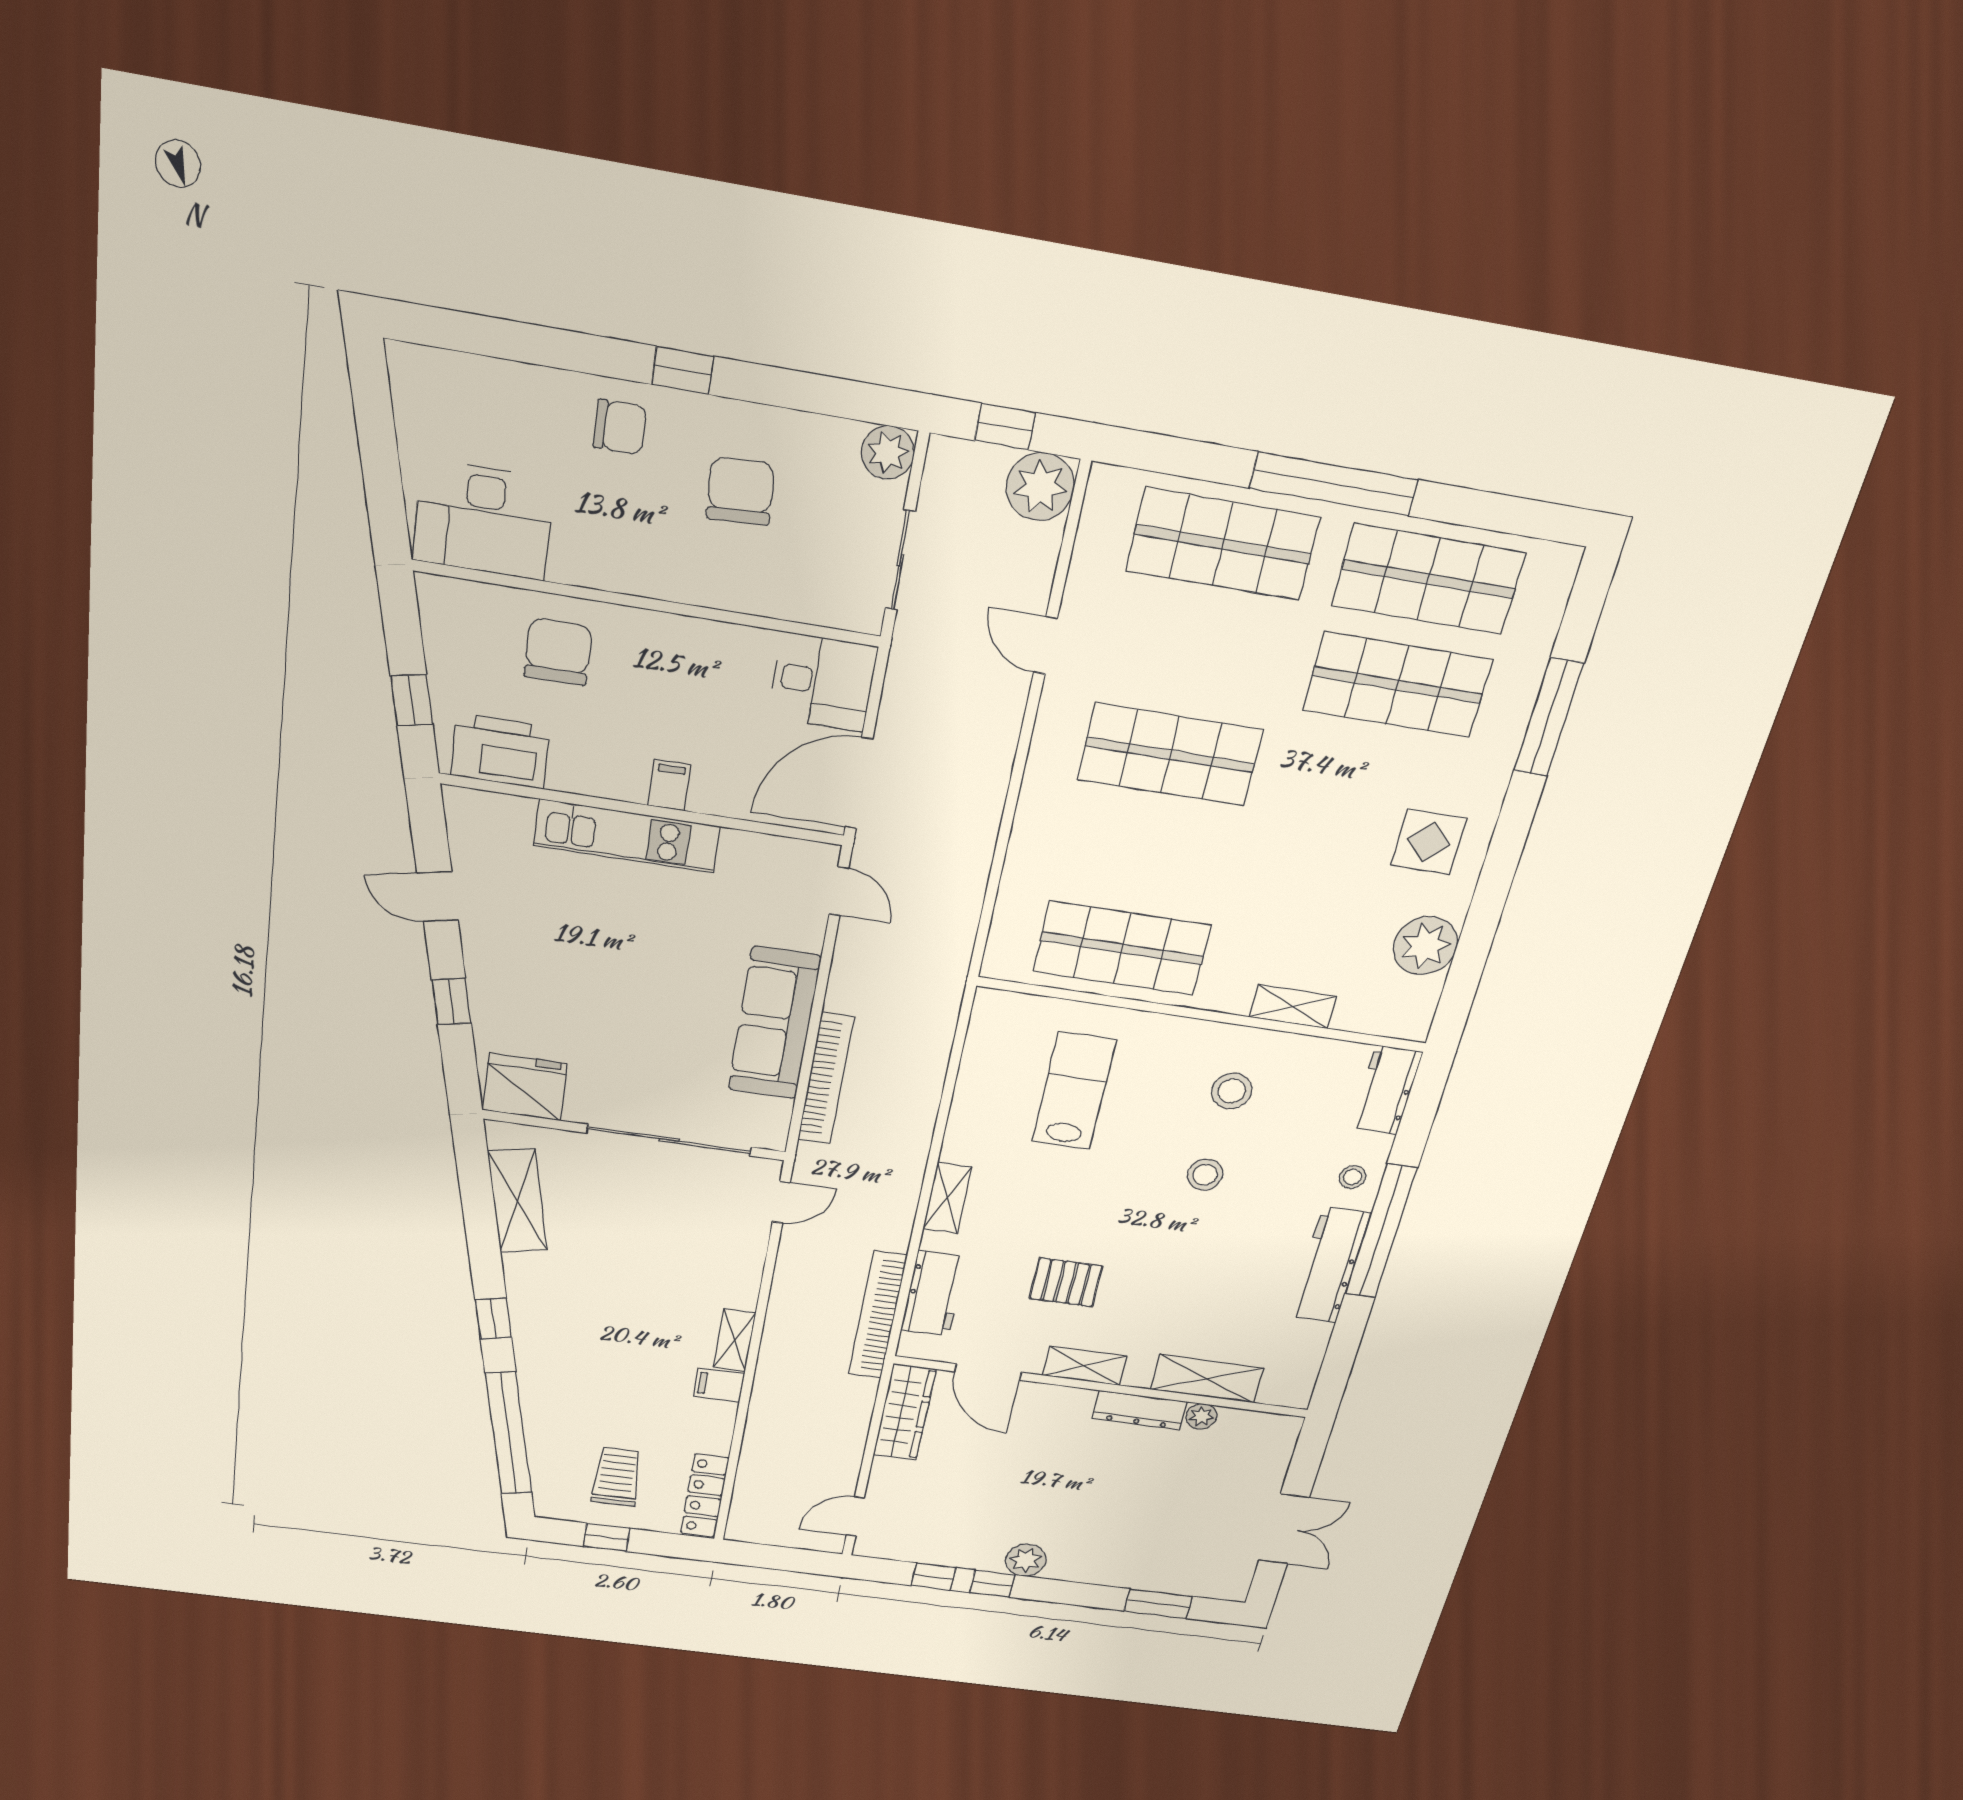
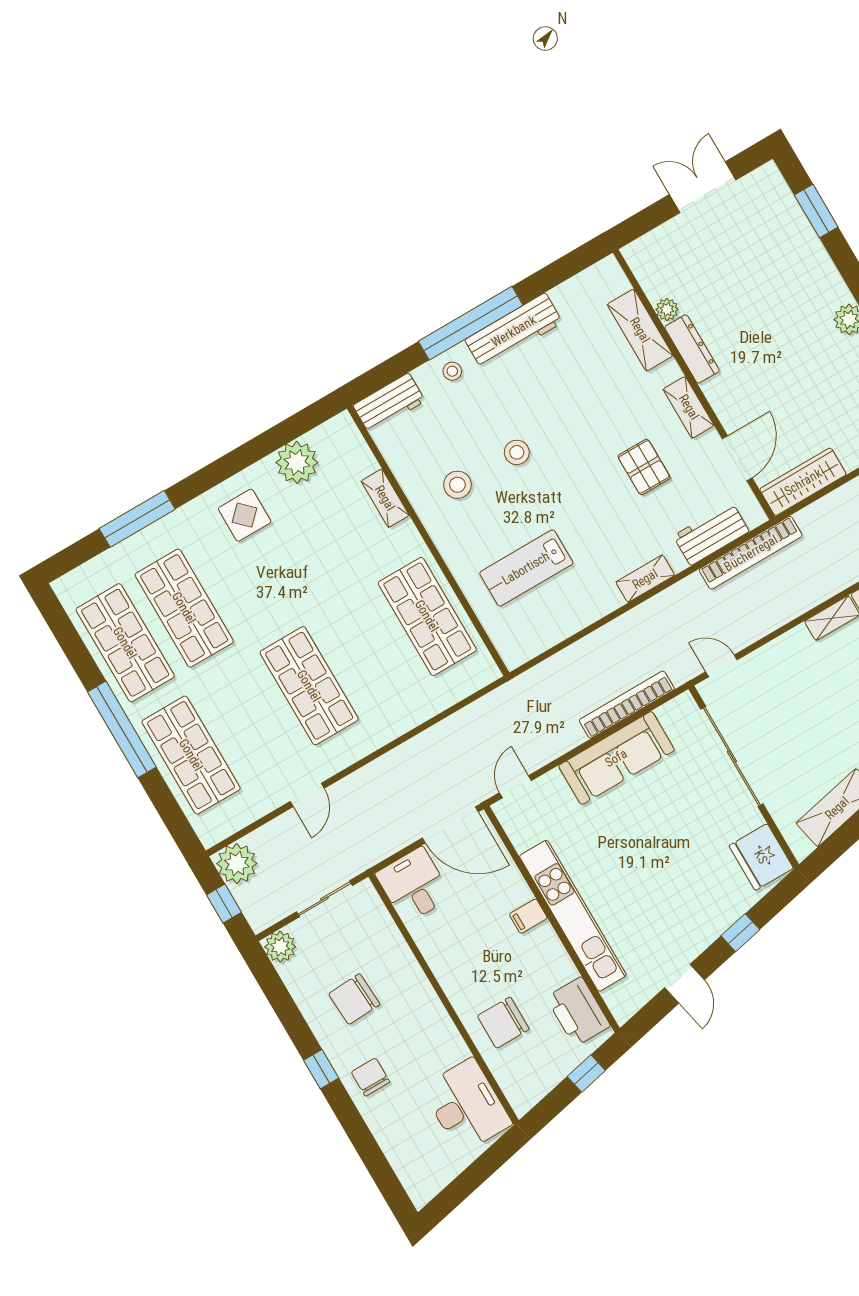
kitchen unit: (627, 836) -> (573, 916), width x1.36

